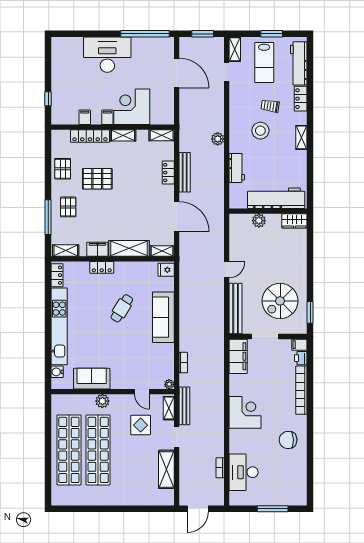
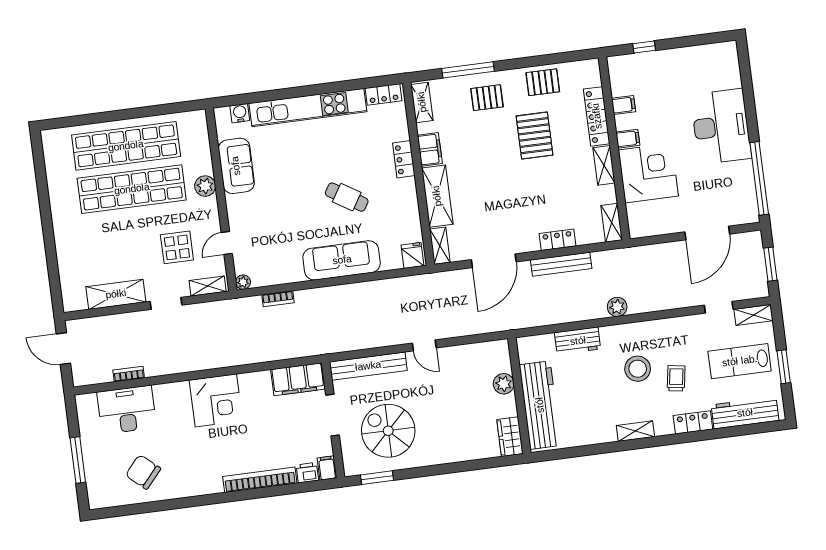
bench: (184, 406) -> (214, 309), removed
chair: (288, 440) -> (143, 472), moved, turned -48

